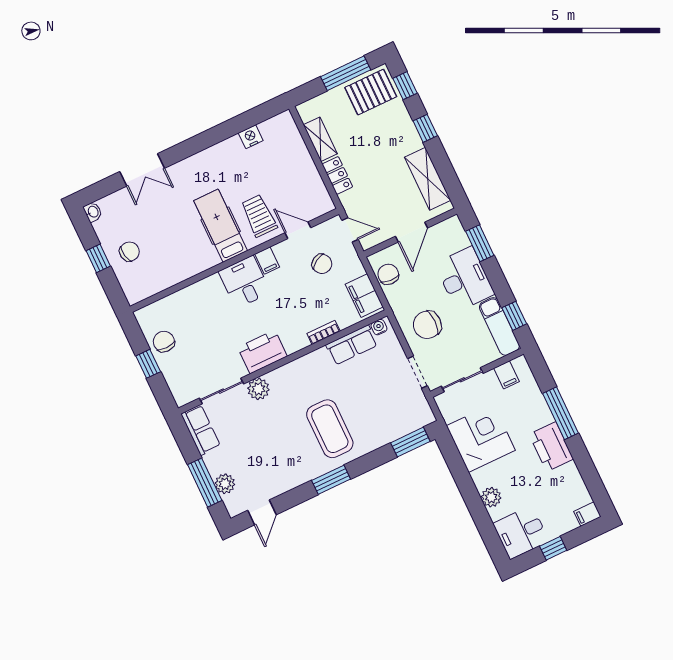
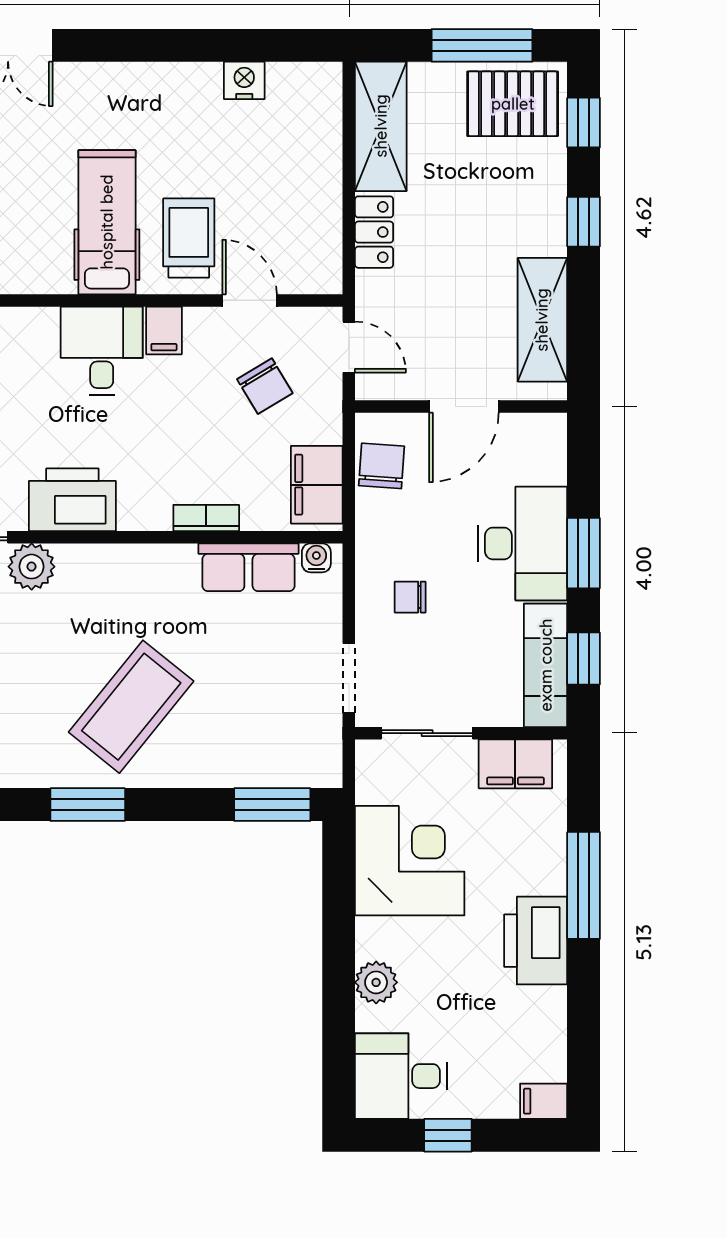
shelving: (320, 139) -> (381, 126), width x1.50, depth x1.33
window: (480, 243) -> (584, 553), moved
chair: (427, 325) -> (410, 597), width x0.54, depth x0.54
filing cabinet: (506, 375) -> (515, 764), width x2.00
coffee table: (330, 429) -> (131, 707), turned 39

